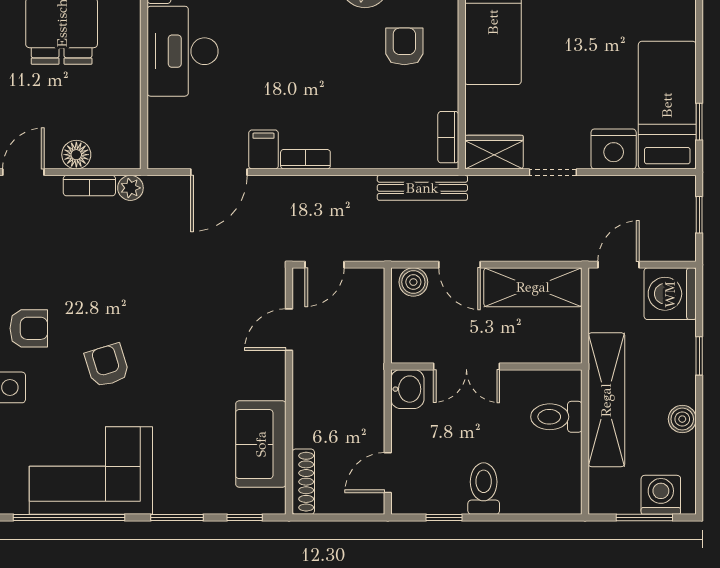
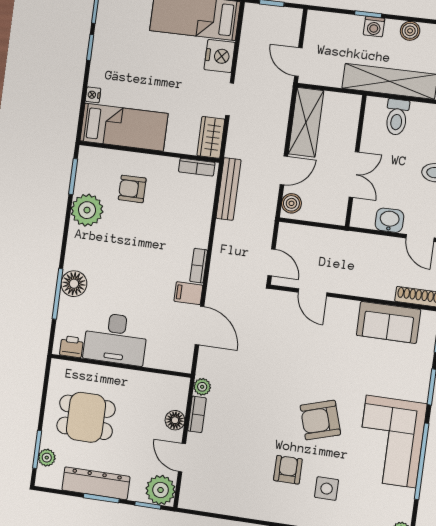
washing machine: (670, 294) -> (374, 27), moved, width x0.53, depth x0.53
armchair: (107, 365) -> (320, 420), width x1.38, depth x1.38
washbasin: (407, 389) -> (389, 220), moved

